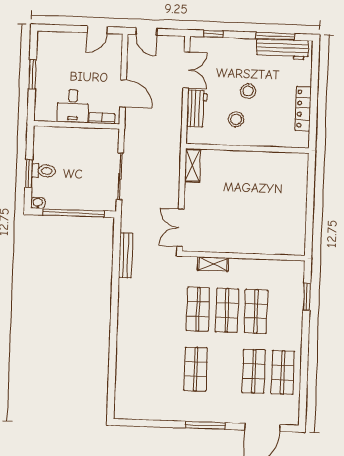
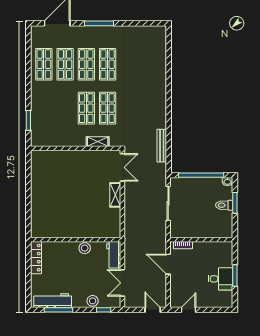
stool: (248, 91) -> (93, 301), moved
desk: (73, 106) -> (220, 279), moved, turned 90
wall: (247, 148) -> (76, 240), moved
shelving: (193, 165) -> (115, 195), moved
shop shelf: (256, 311) -> (86, 64), moved

